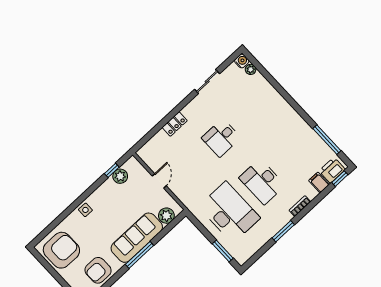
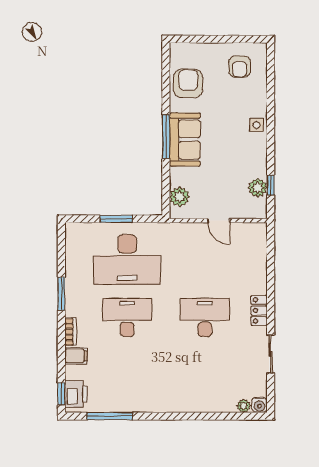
locker: (175, 124) -> (259, 310), moved
desk: (221, 138) -> (205, 317), width x1.37
filing cabinet: (319, 182) -> (76, 356), moved
sofa: (137, 238) -> (185, 140), width x0.73
armchair: (61, 250) -> (240, 67), width x0.53, depth x0.53
window: (223, 251) -> (116, 219), moved

